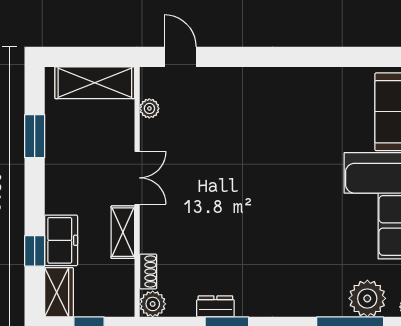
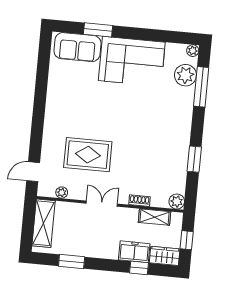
rug: (218, 147) -> (88, 155), added
shelving: (123, 232) -> (154, 217), moved
shoe rack: (148, 271) -> (139, 201), moved
dresser: (215, 306) -> (182, 165), removed

